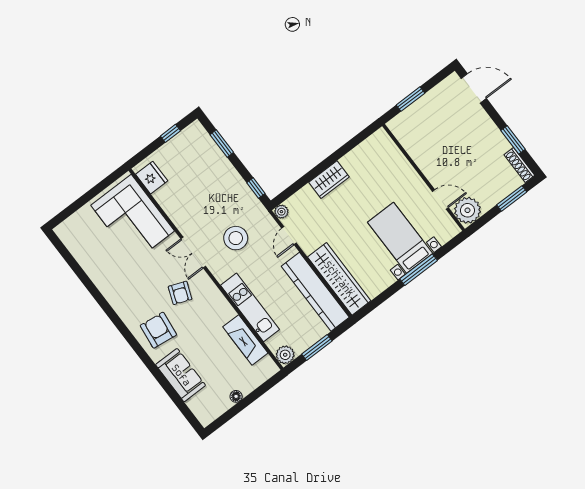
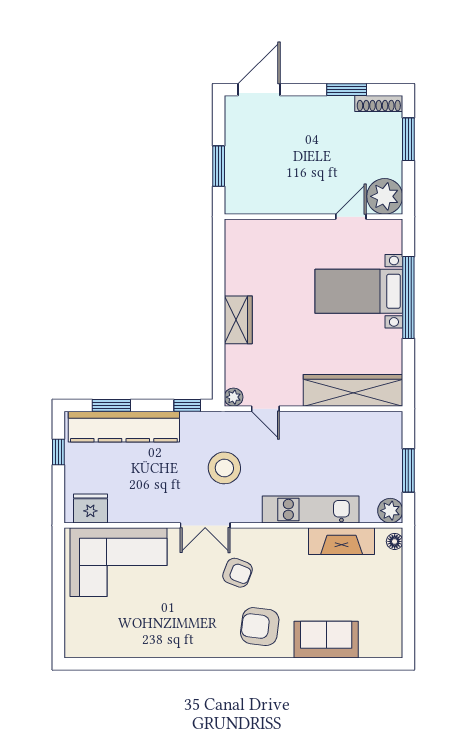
window: (419, 270) -> (408, 298), width x1.46
kitchen counter: (315, 292) -> (124, 427), moved
floor lamp: (236, 396) -> (395, 541), moved

